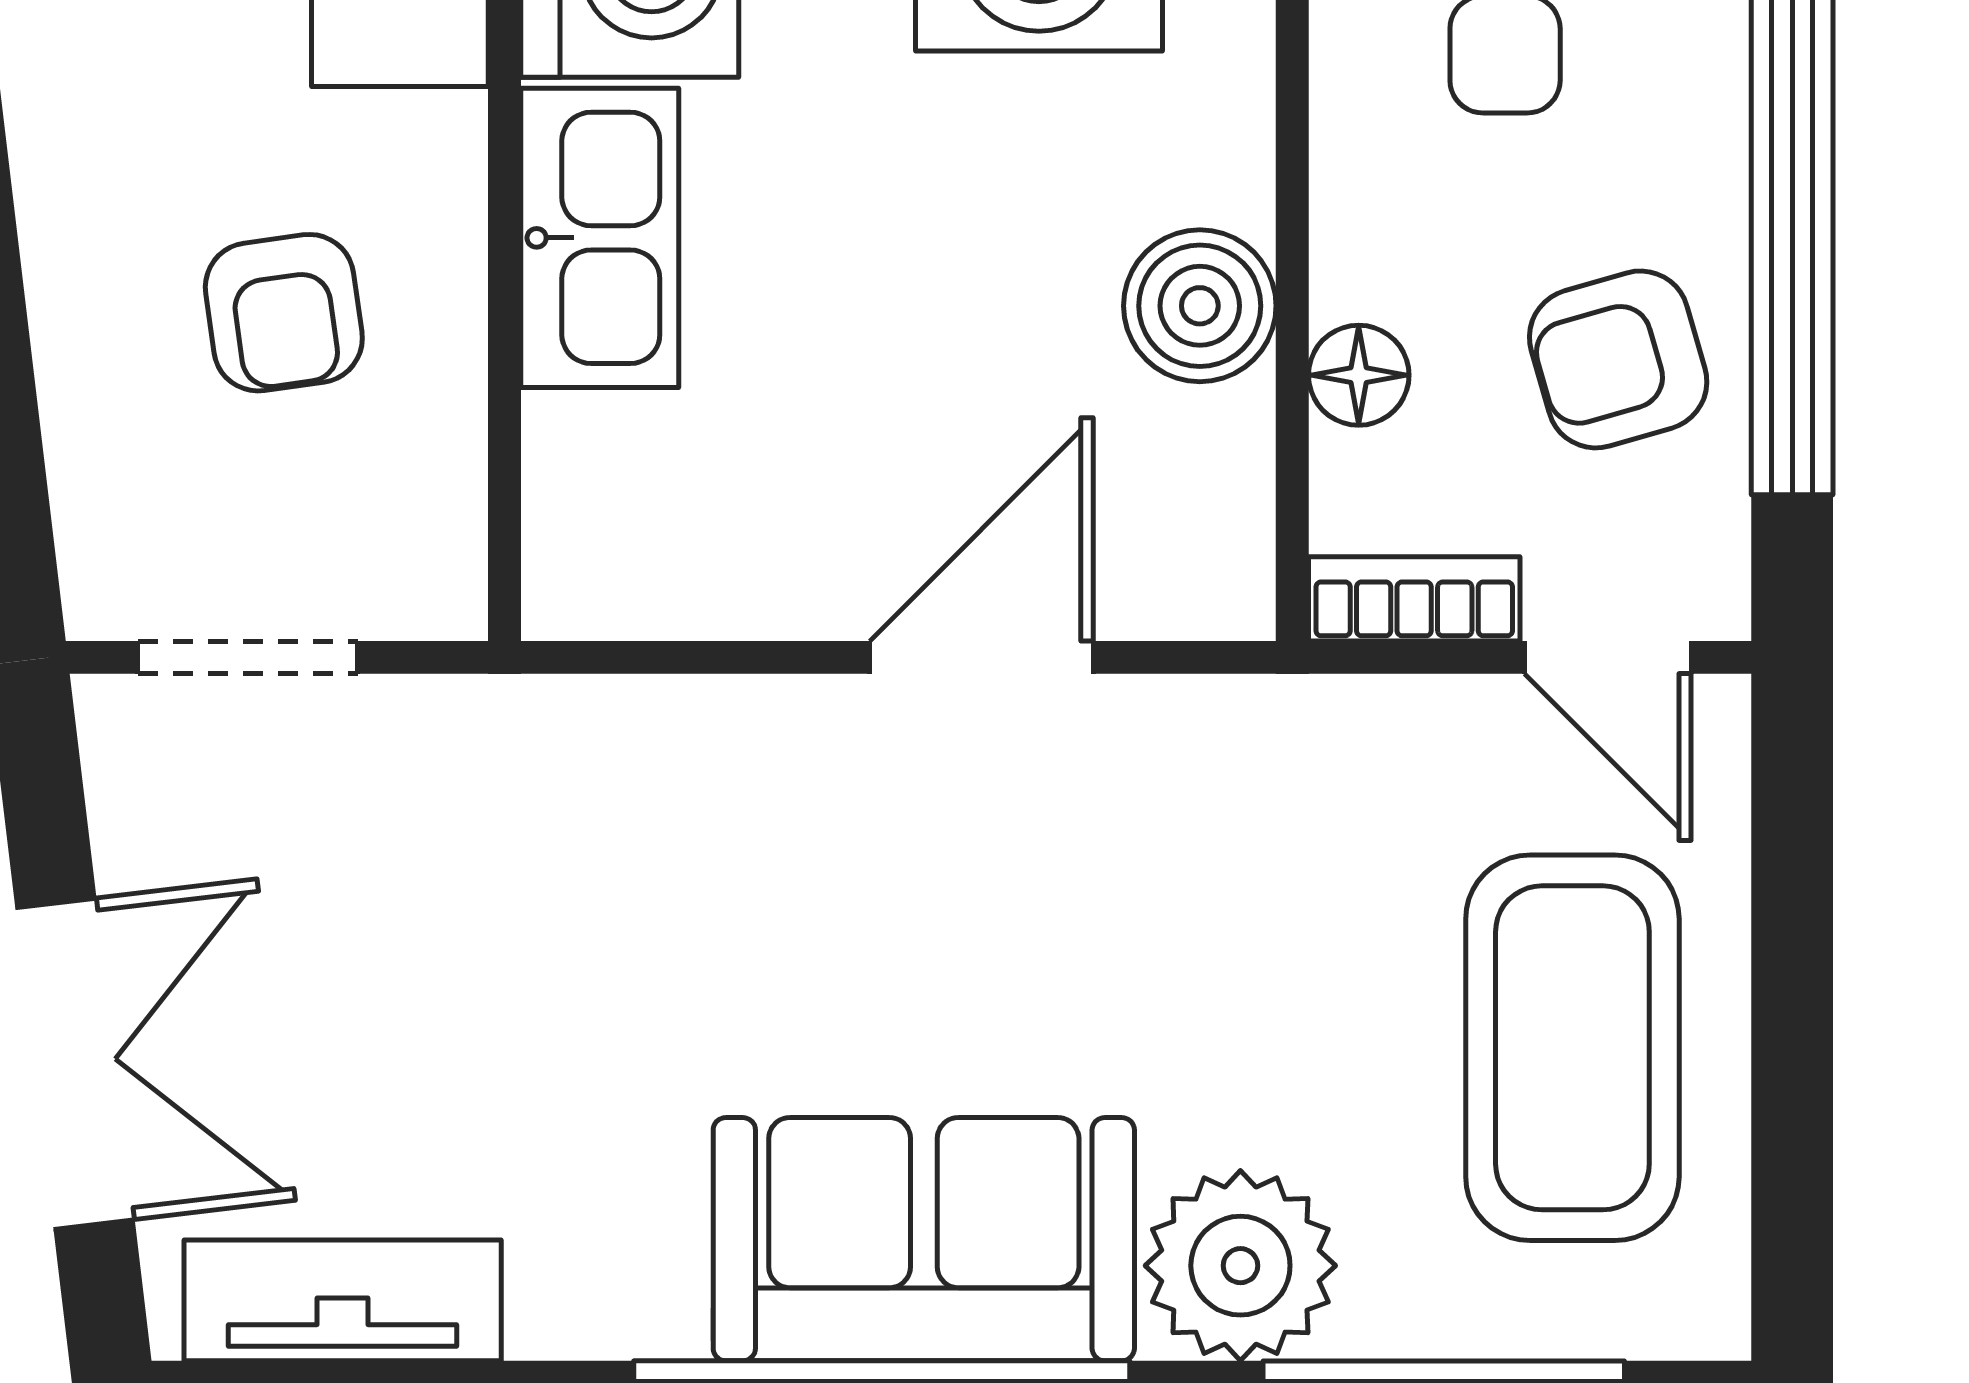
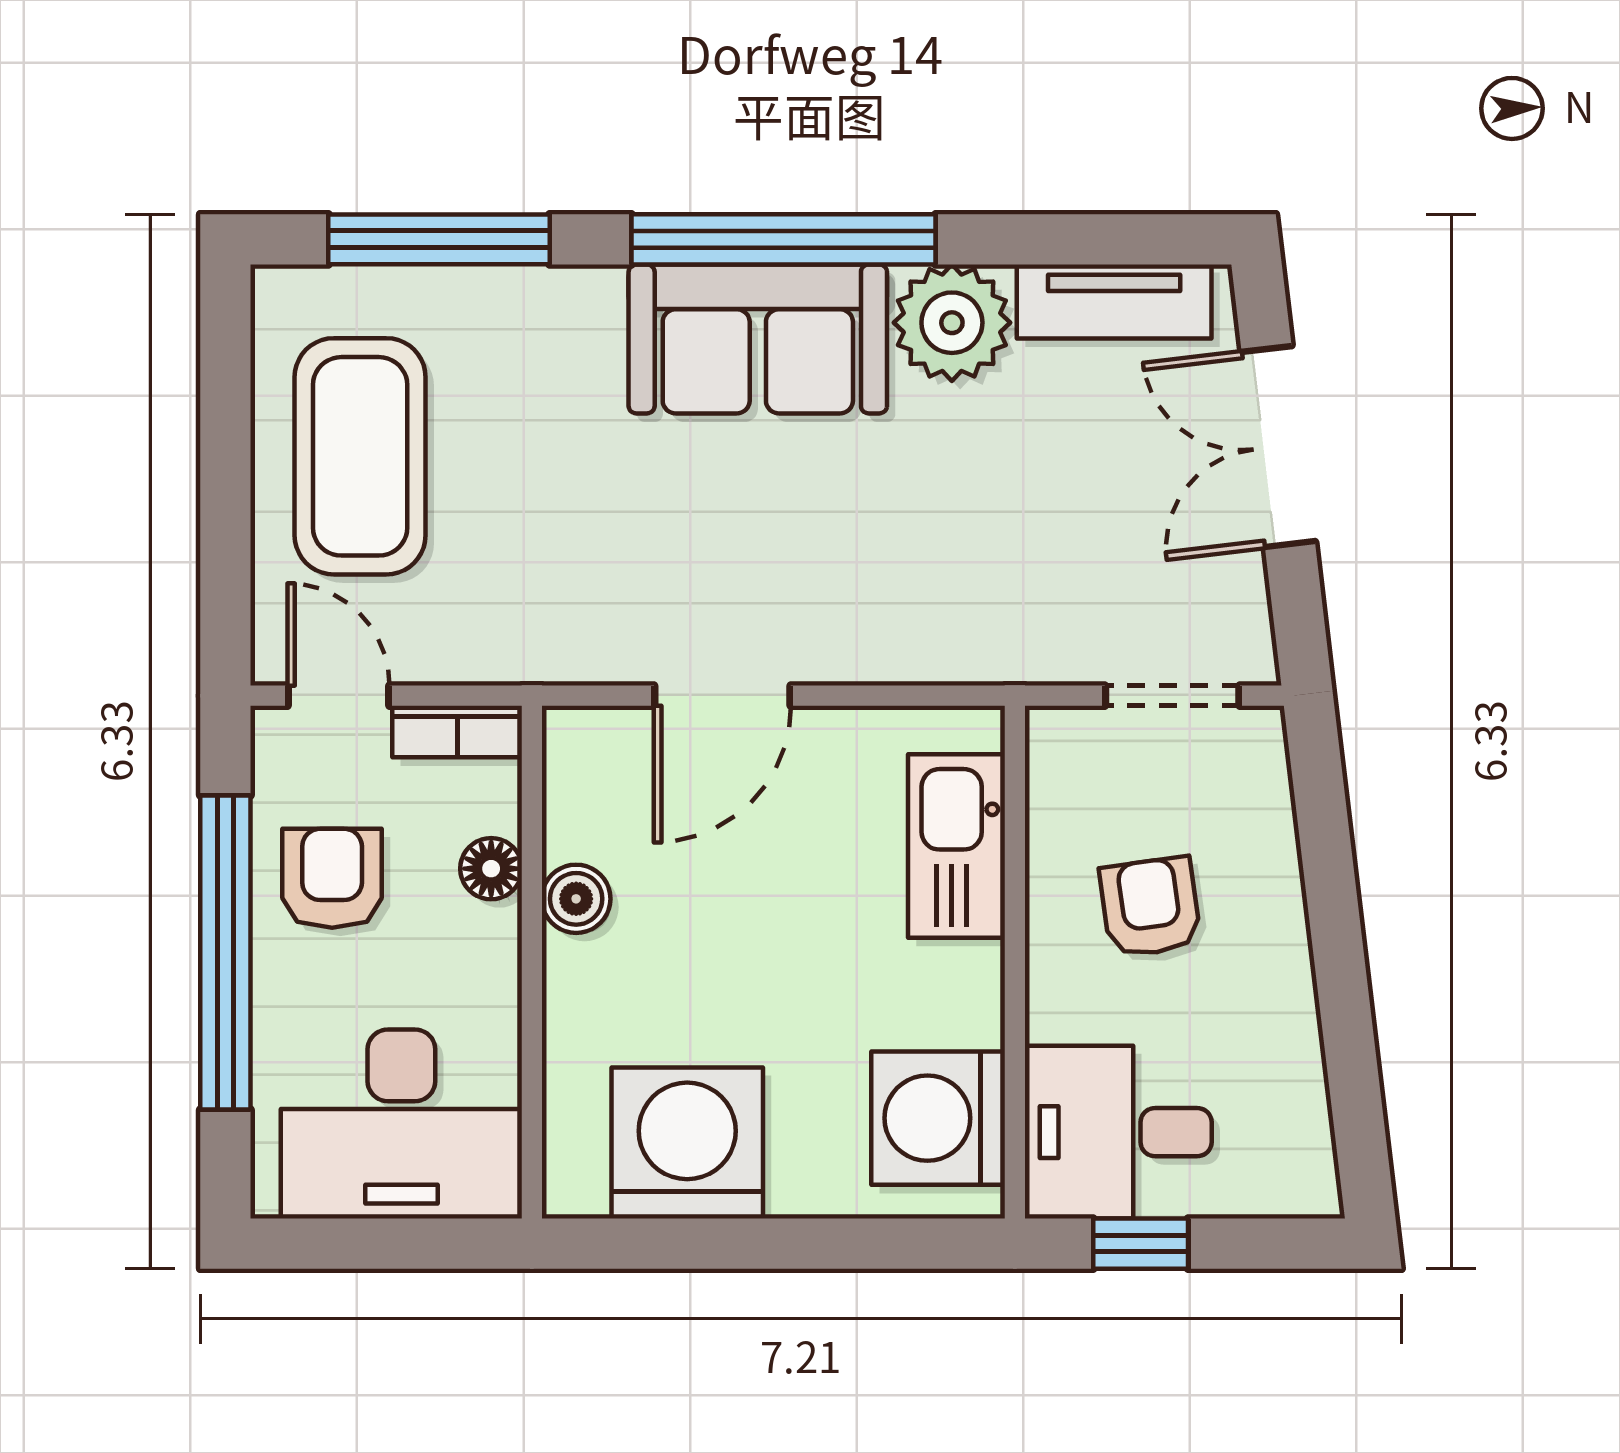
kitchen sink: (600, 238) -> (956, 846), moved
boiler: (1200, 306) -> (576, 899), width x0.73, depth x0.73
armchair: (1618, 359) -> (332, 878), turned -74
plant: (1240, 1266) -> (952, 323), moved

